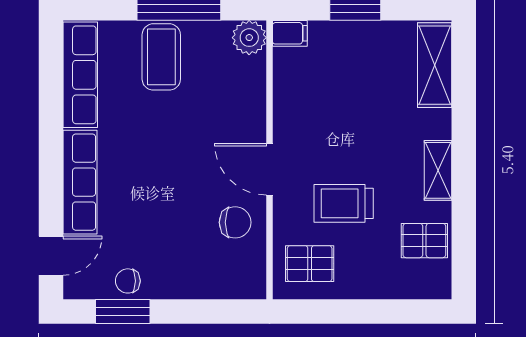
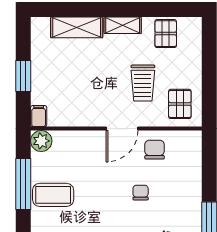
shelving: (435, 65) -> (77, 27), moved
chair: (128, 281) -> (141, 193), moved, turned 180

